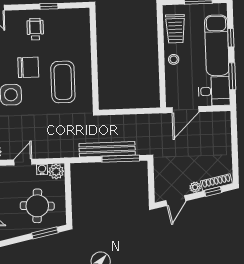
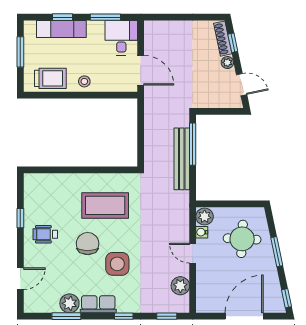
exam couch: (217, 45) -> (61, 29), width x0.73, depth x0.69
window: (45, 233) -> (277, 252), moved

